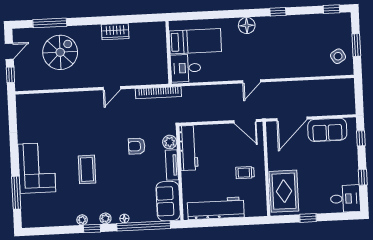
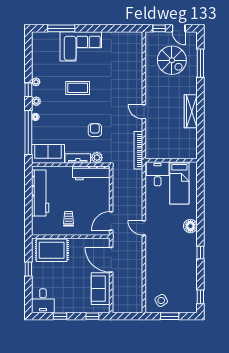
wardrobe: (115, 31) -> (191, 111), width x1.50
spiral stairs: (60, 52) -> (172, 60), moved

